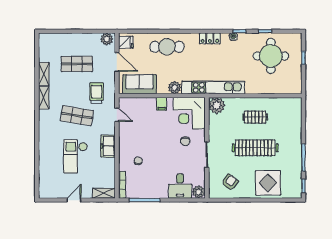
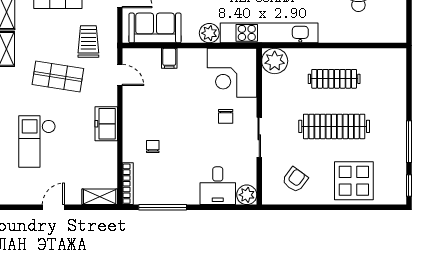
filing cabinet: (162, 104) -> (169, 58), moved
clothes rail: (255, 117) -> (334, 79), width x1.36
checkout: (75, 156) -> (37, 142), moved

